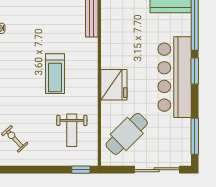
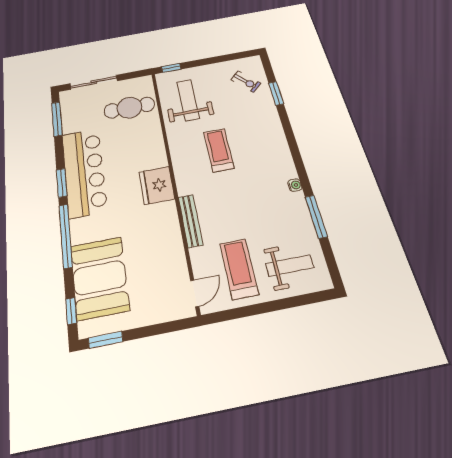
fridge: (114, 85) -> (157, 185), moved
weight bench: (72, 130) -> (188, 100), width x1.36, depth x1.33
cafe table: (127, 134) -> (129, 108), turned 45

